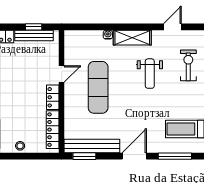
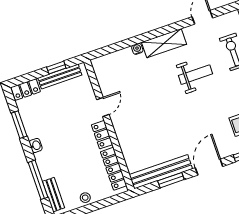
weight bench: (150, 74) -> (196, 75), turned -90
exercise mat: (98, 87) -> (146, 108), removed
window: (84, 156) -> (171, 180), moved

